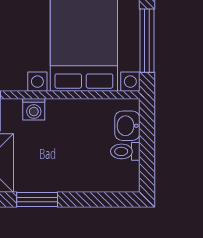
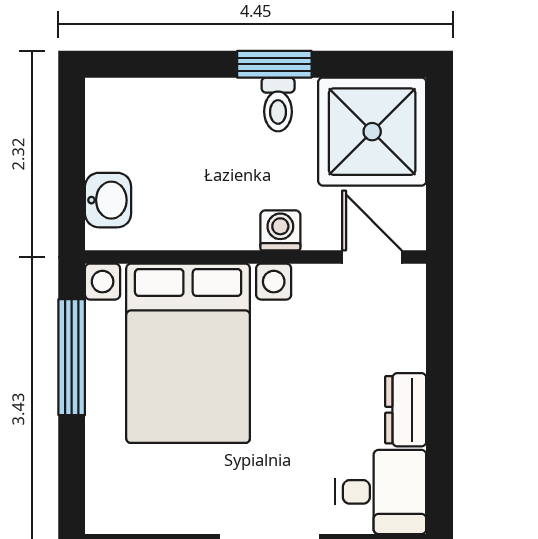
toilet: (125, 151) -> (278, 104), moved, turned 90

